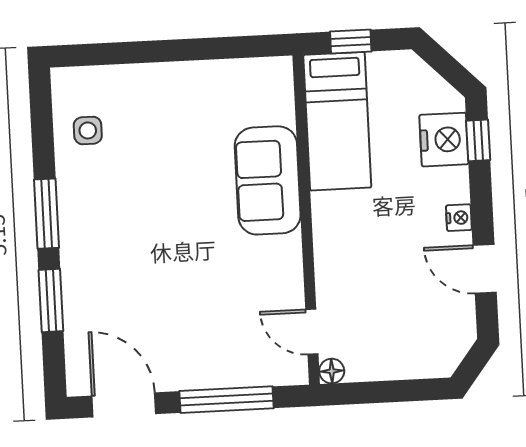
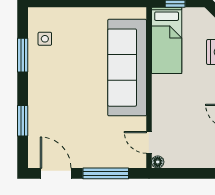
sofa: (268, 180) -> (127, 68), width x1.85, depth x1.27
window: (46, 214) -> (23, 55), moved

